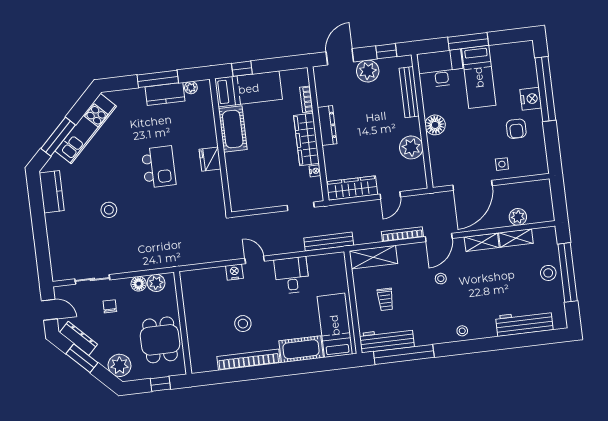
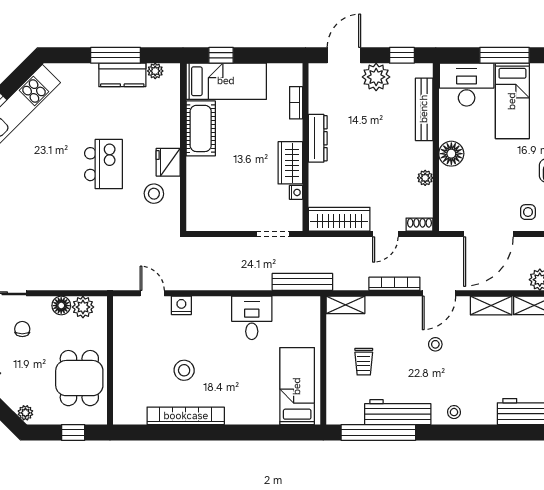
wardrobe: (307, 139) -> (290, 163), width x0.67
plant: (411, 147) -> (425, 178), width x0.53, depth x0.53
shoe rack: (417, 185) -> (419, 225), added
stool: (109, 210) -> (154, 194), moved
shelving: (373, 257) -> (346, 305), width x0.67, depth x0.75
door: (255, 260) -> (152, 293), moved
workbench: (387, 340) -> (398, 412), moved
cot: (301, 349) -> (252, 411), removed
plant: (119, 365) -> (25, 413), width x0.53, depth x0.53

